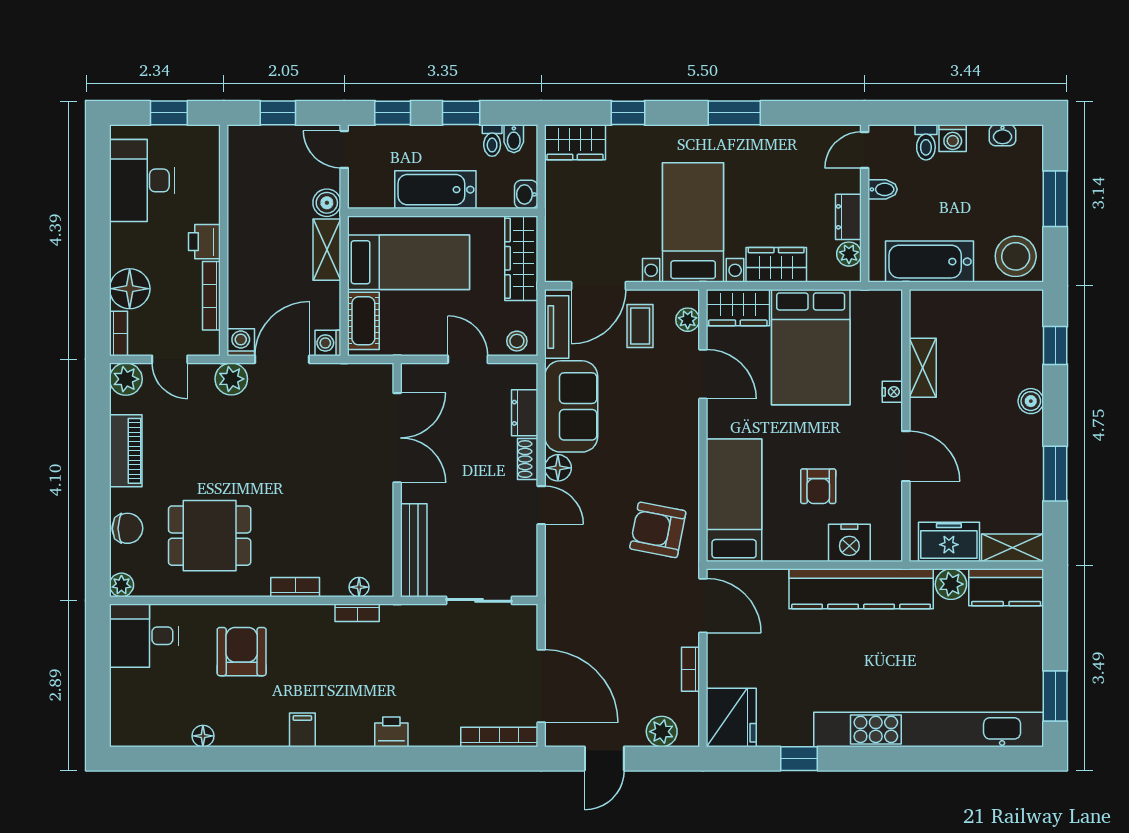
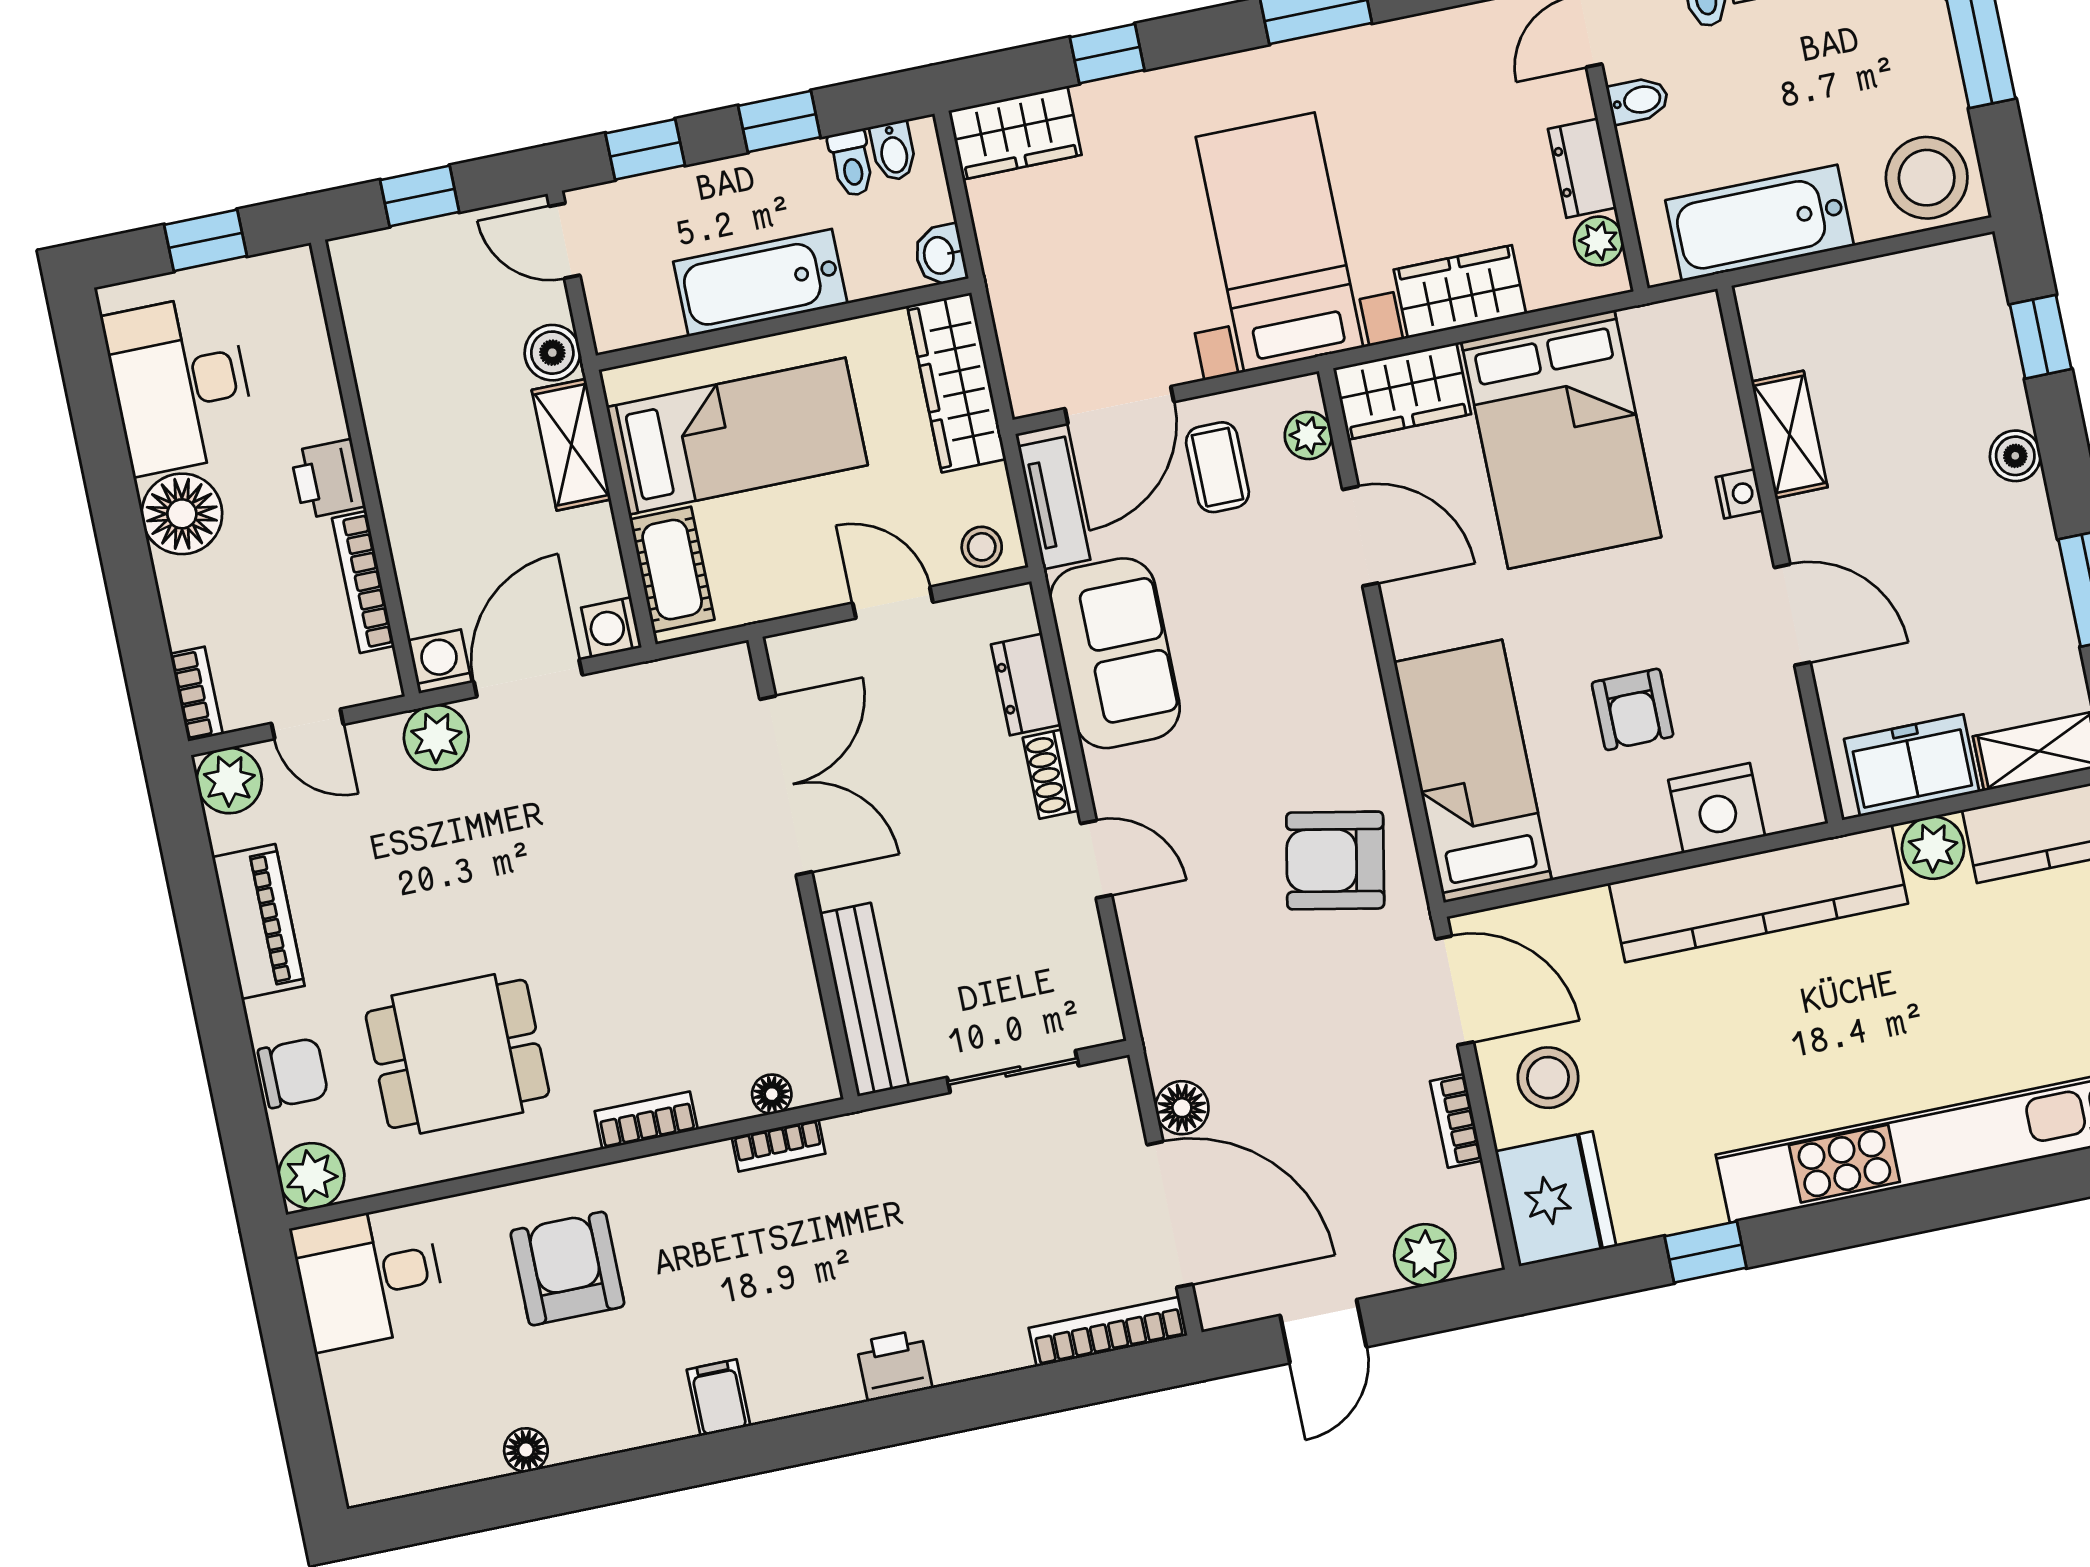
floor lamp: (130, 289) -> (182, 514), moved
floor lamp: (558, 468) -> (1182, 1108), moved
plant: (121, 585) -> (311, 1176), width x1.38, depth x1.38
stool: (740, 657) -> (1548, 1078), added

